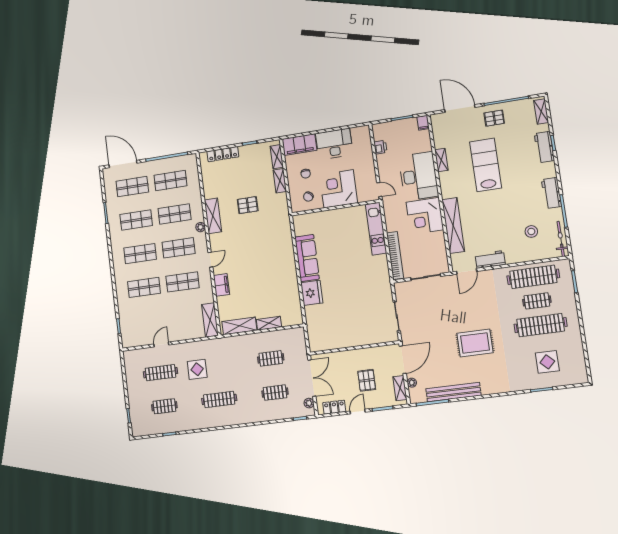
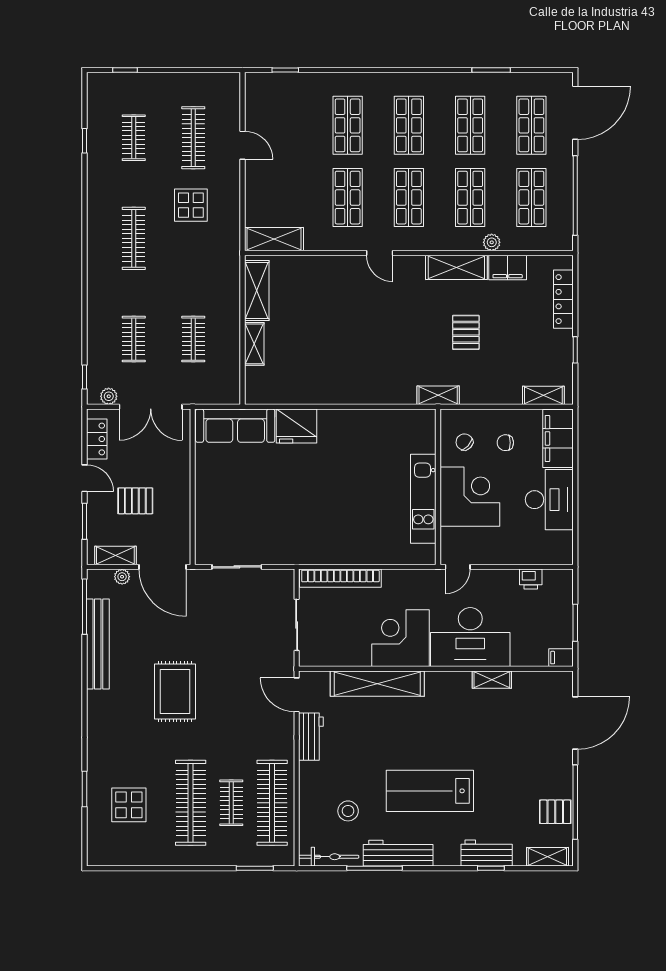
pallet: (494, 118) -> (555, 812), moved, turned 90
lab bench: (486, 165) -> (430, 791), moved, turned 180
shelving: (280, 181) -> (438, 395), moved
workbench: (551, 193) -> (398, 853), width x1.38
plant: (201, 227) -> (492, 242), moved
kitchen unit: (376, 229) -> (423, 499), moved, turned -90
sofa: (307, 258) -> (235, 426), moved
filing cabinet: (221, 285) -> (508, 268), moved

